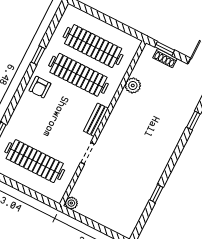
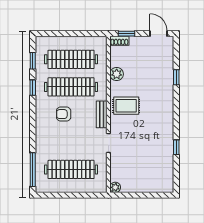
window: (52, 27) -> (33, 61), added
shoe rack: (165, 58) -> (119, 41), moved
armchair: (40, 87) -> (64, 114), moved, turned 90
rug: (126, 124) -> (126, 106), added

